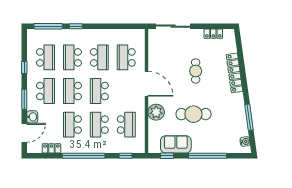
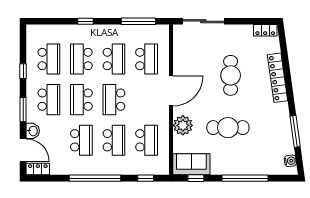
window: (48, 26) -> (138, 21), moved
locker: (213, 34) -> (265, 30), moved
school desk: (126, 57) -> (147, 59), turned 180
cafe table: (196, 71) -> (231, 75), width x1.37, depth x1.35
door: (147, 84) -> (171, 91), hinge flipped
school desk: (72, 125) -> (81, 140), turned 180
school desk: (99, 125) -> (114, 140), turned 180
door: (24, 133) -> (23, 150), hinge flipped
sofa: (176, 144) -> (191, 164), moved
locker: (51, 148) -> (38, 169), moved

